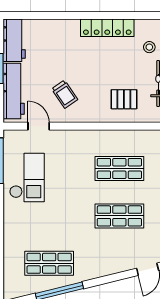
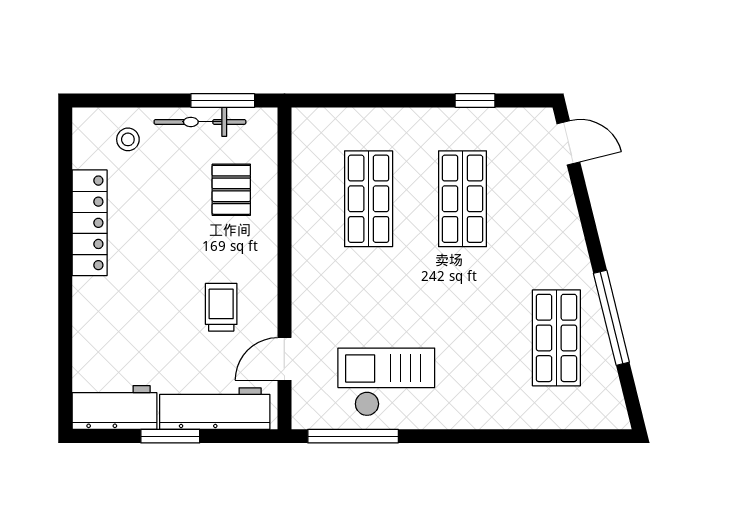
trolley: (65, 94) -> (221, 307), turned -56

